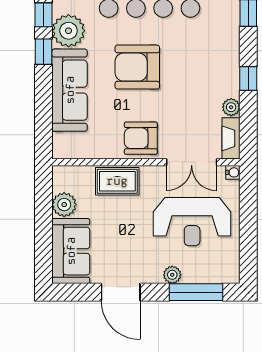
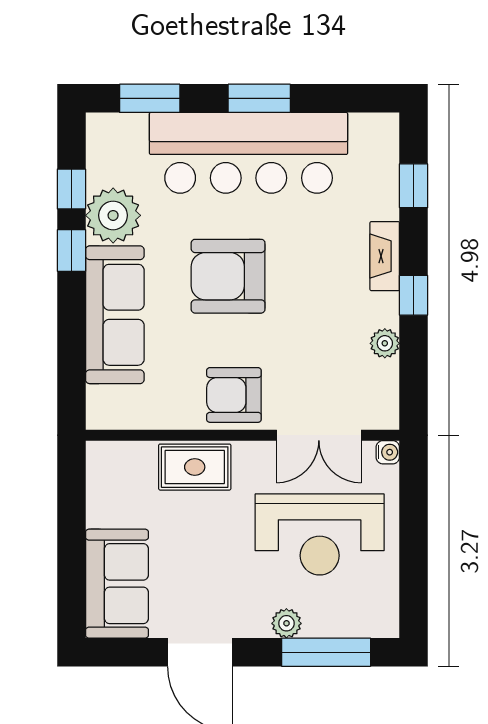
fireplace: (231, 138) -> (385, 256), moved
plant: (64, 205) -> (106, 506), removed

